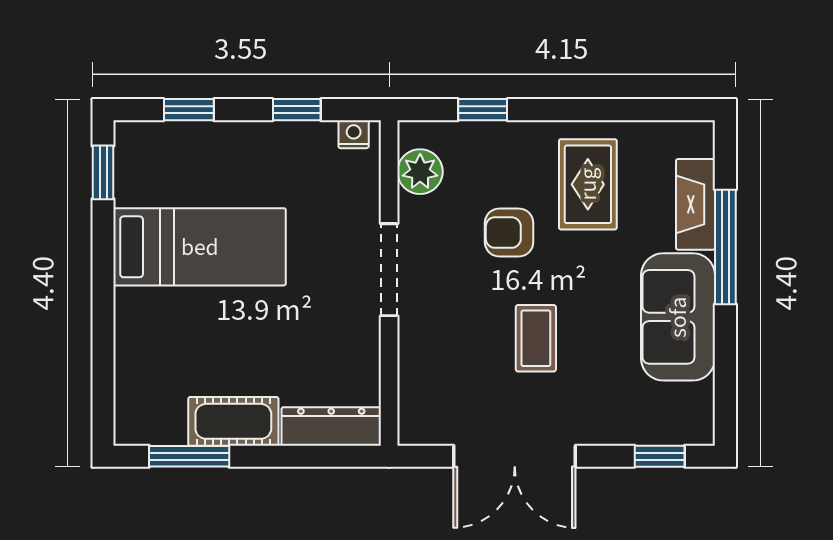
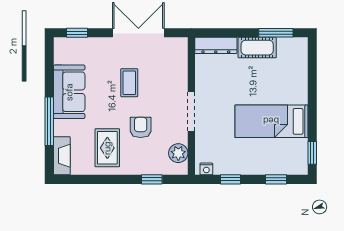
fireplace: (696, 204) -> (62, 156), moved
armchair: (509, 233) -> (141, 127), turned -90

